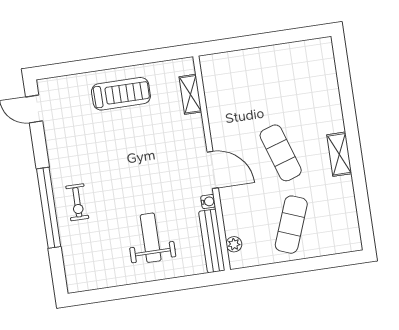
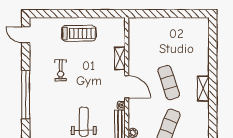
shelving: (190, 94) -> (120, 58), moved
exercise bike: (77, 202) -> (61, 70), moved

